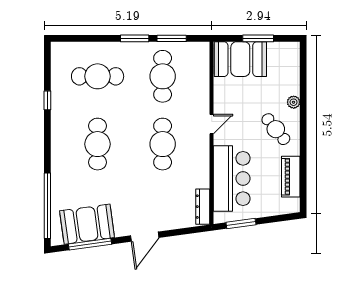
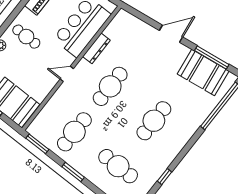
window: (172, 38) -> (37, 144), moved
cafe table: (276, 129) -> (26, 37), turned -51
dresser: (203, 207) -> (96, 48), moved

